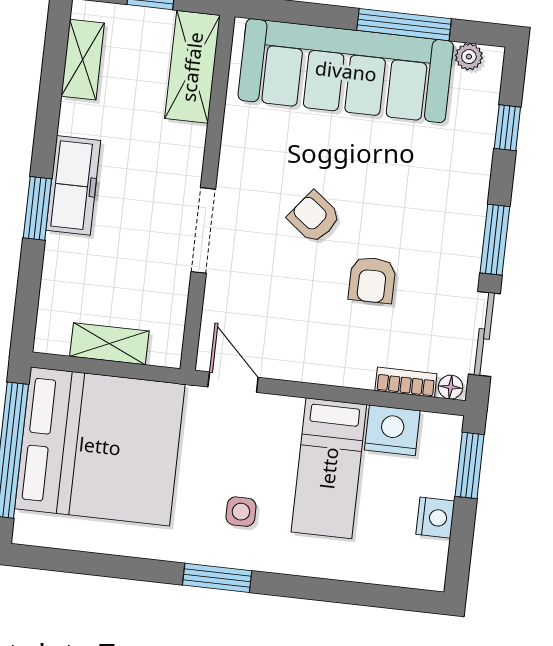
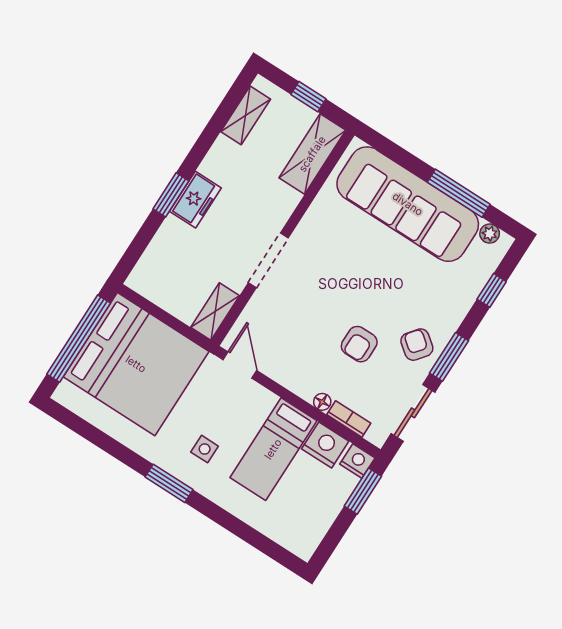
freezer: (73, 185) -> (195, 200), width x0.71
armchair: (314, 217) -> (417, 345), moved
shelving: (109, 344) -> (215, 311), moved, turned 90
floor lamp: (451, 387) -> (322, 402), moved
nightstand: (435, 518) -> (357, 461), moved, turned -90

